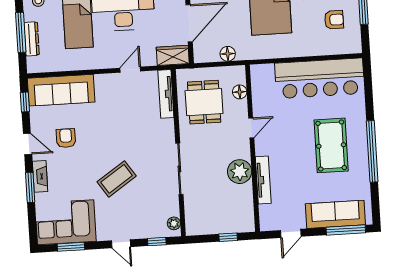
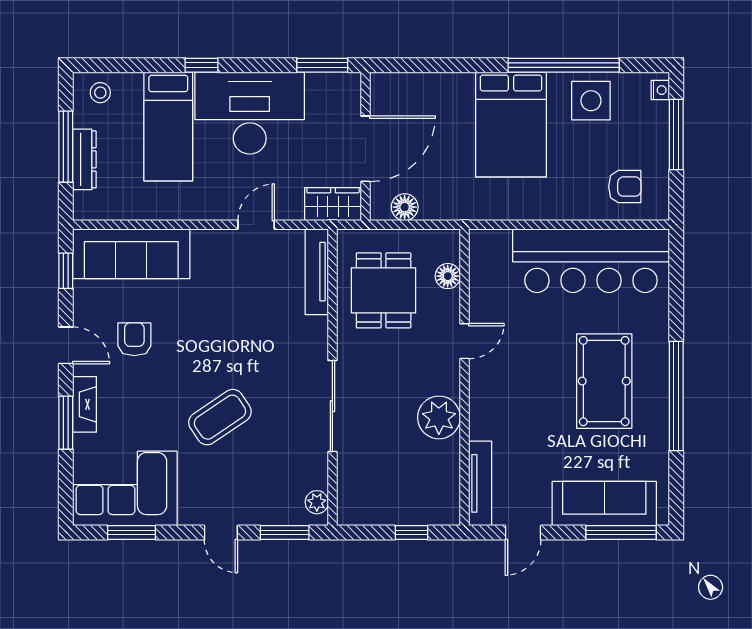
armchair: (334, 20) -> (625, 187), moved
floor lamp: (228, 54) -> (405, 207), moved
tv unit: (263, 180) -> (480, 483), moved
window: (157, 242) -> (285, 533), width x1.50

